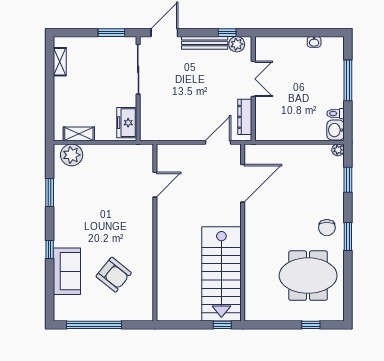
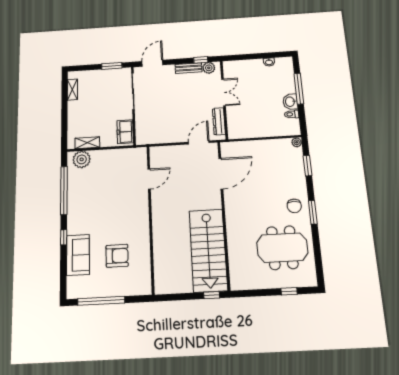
bench: (205, 43) -> (189, 68), width x0.73
washbasin: (336, 130) -> (290, 102), moved
window: (50, 193) -> (64, 190), width x2.11
armchair: (114, 275) -> (117, 256), turned -39

